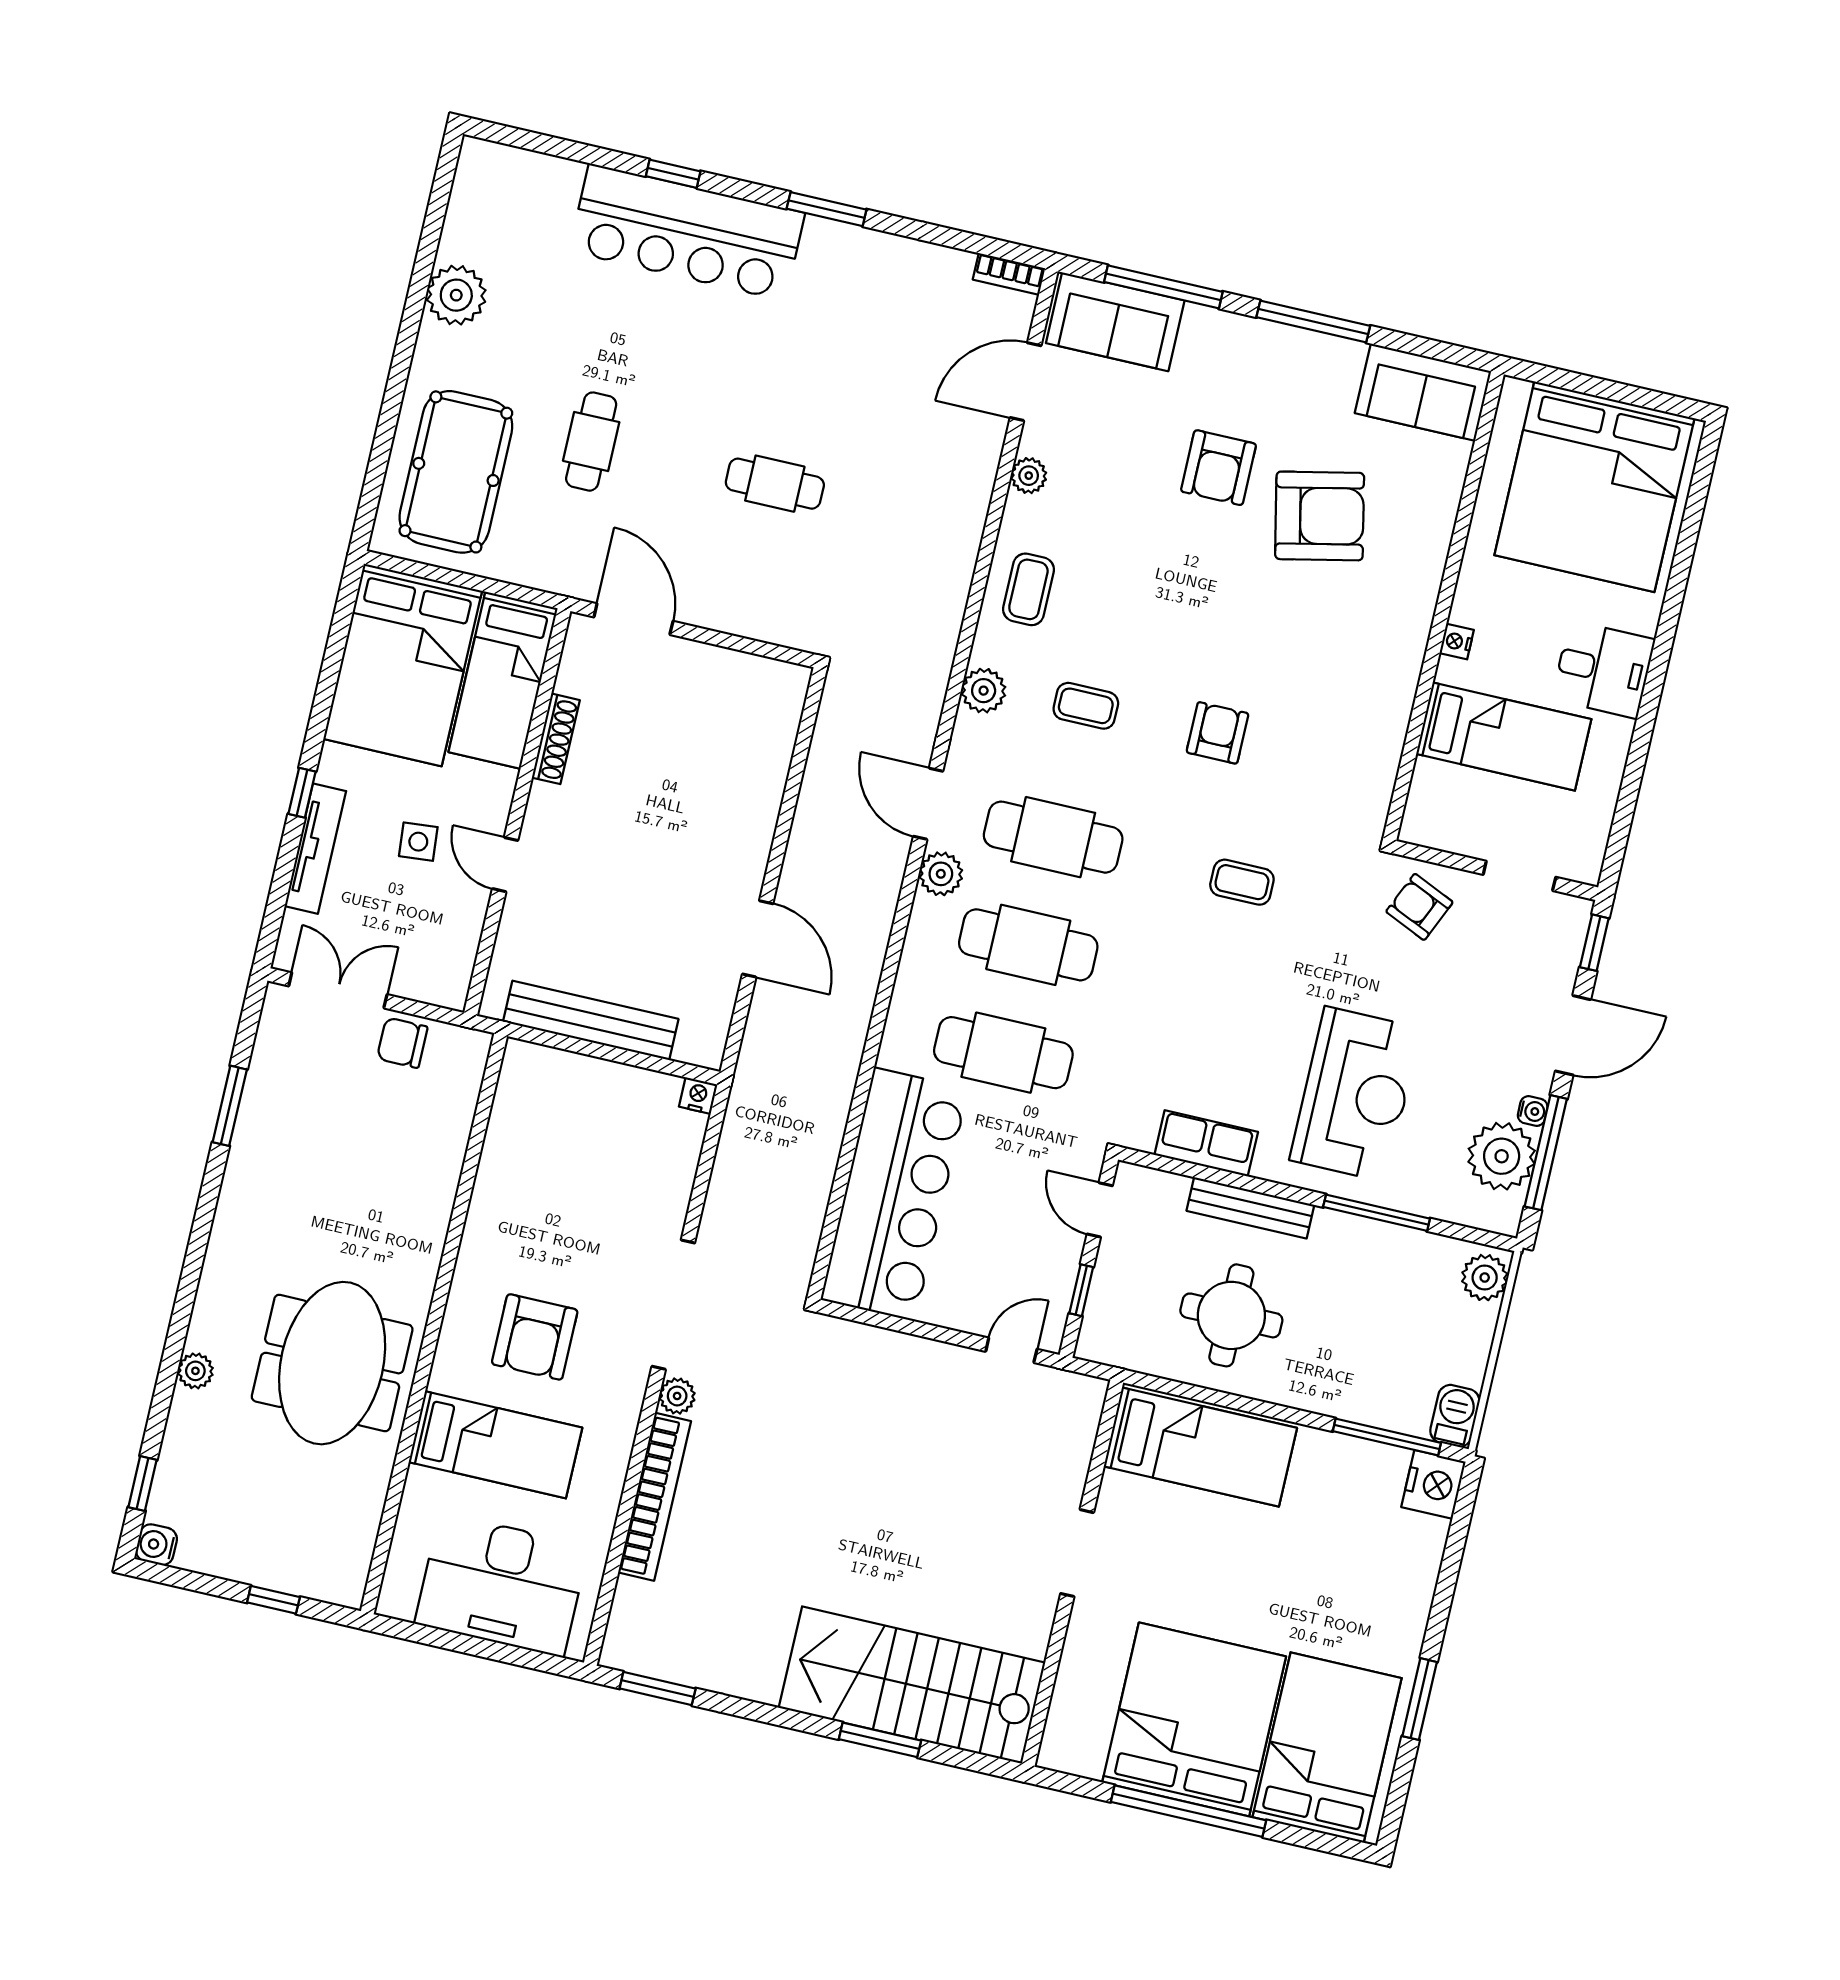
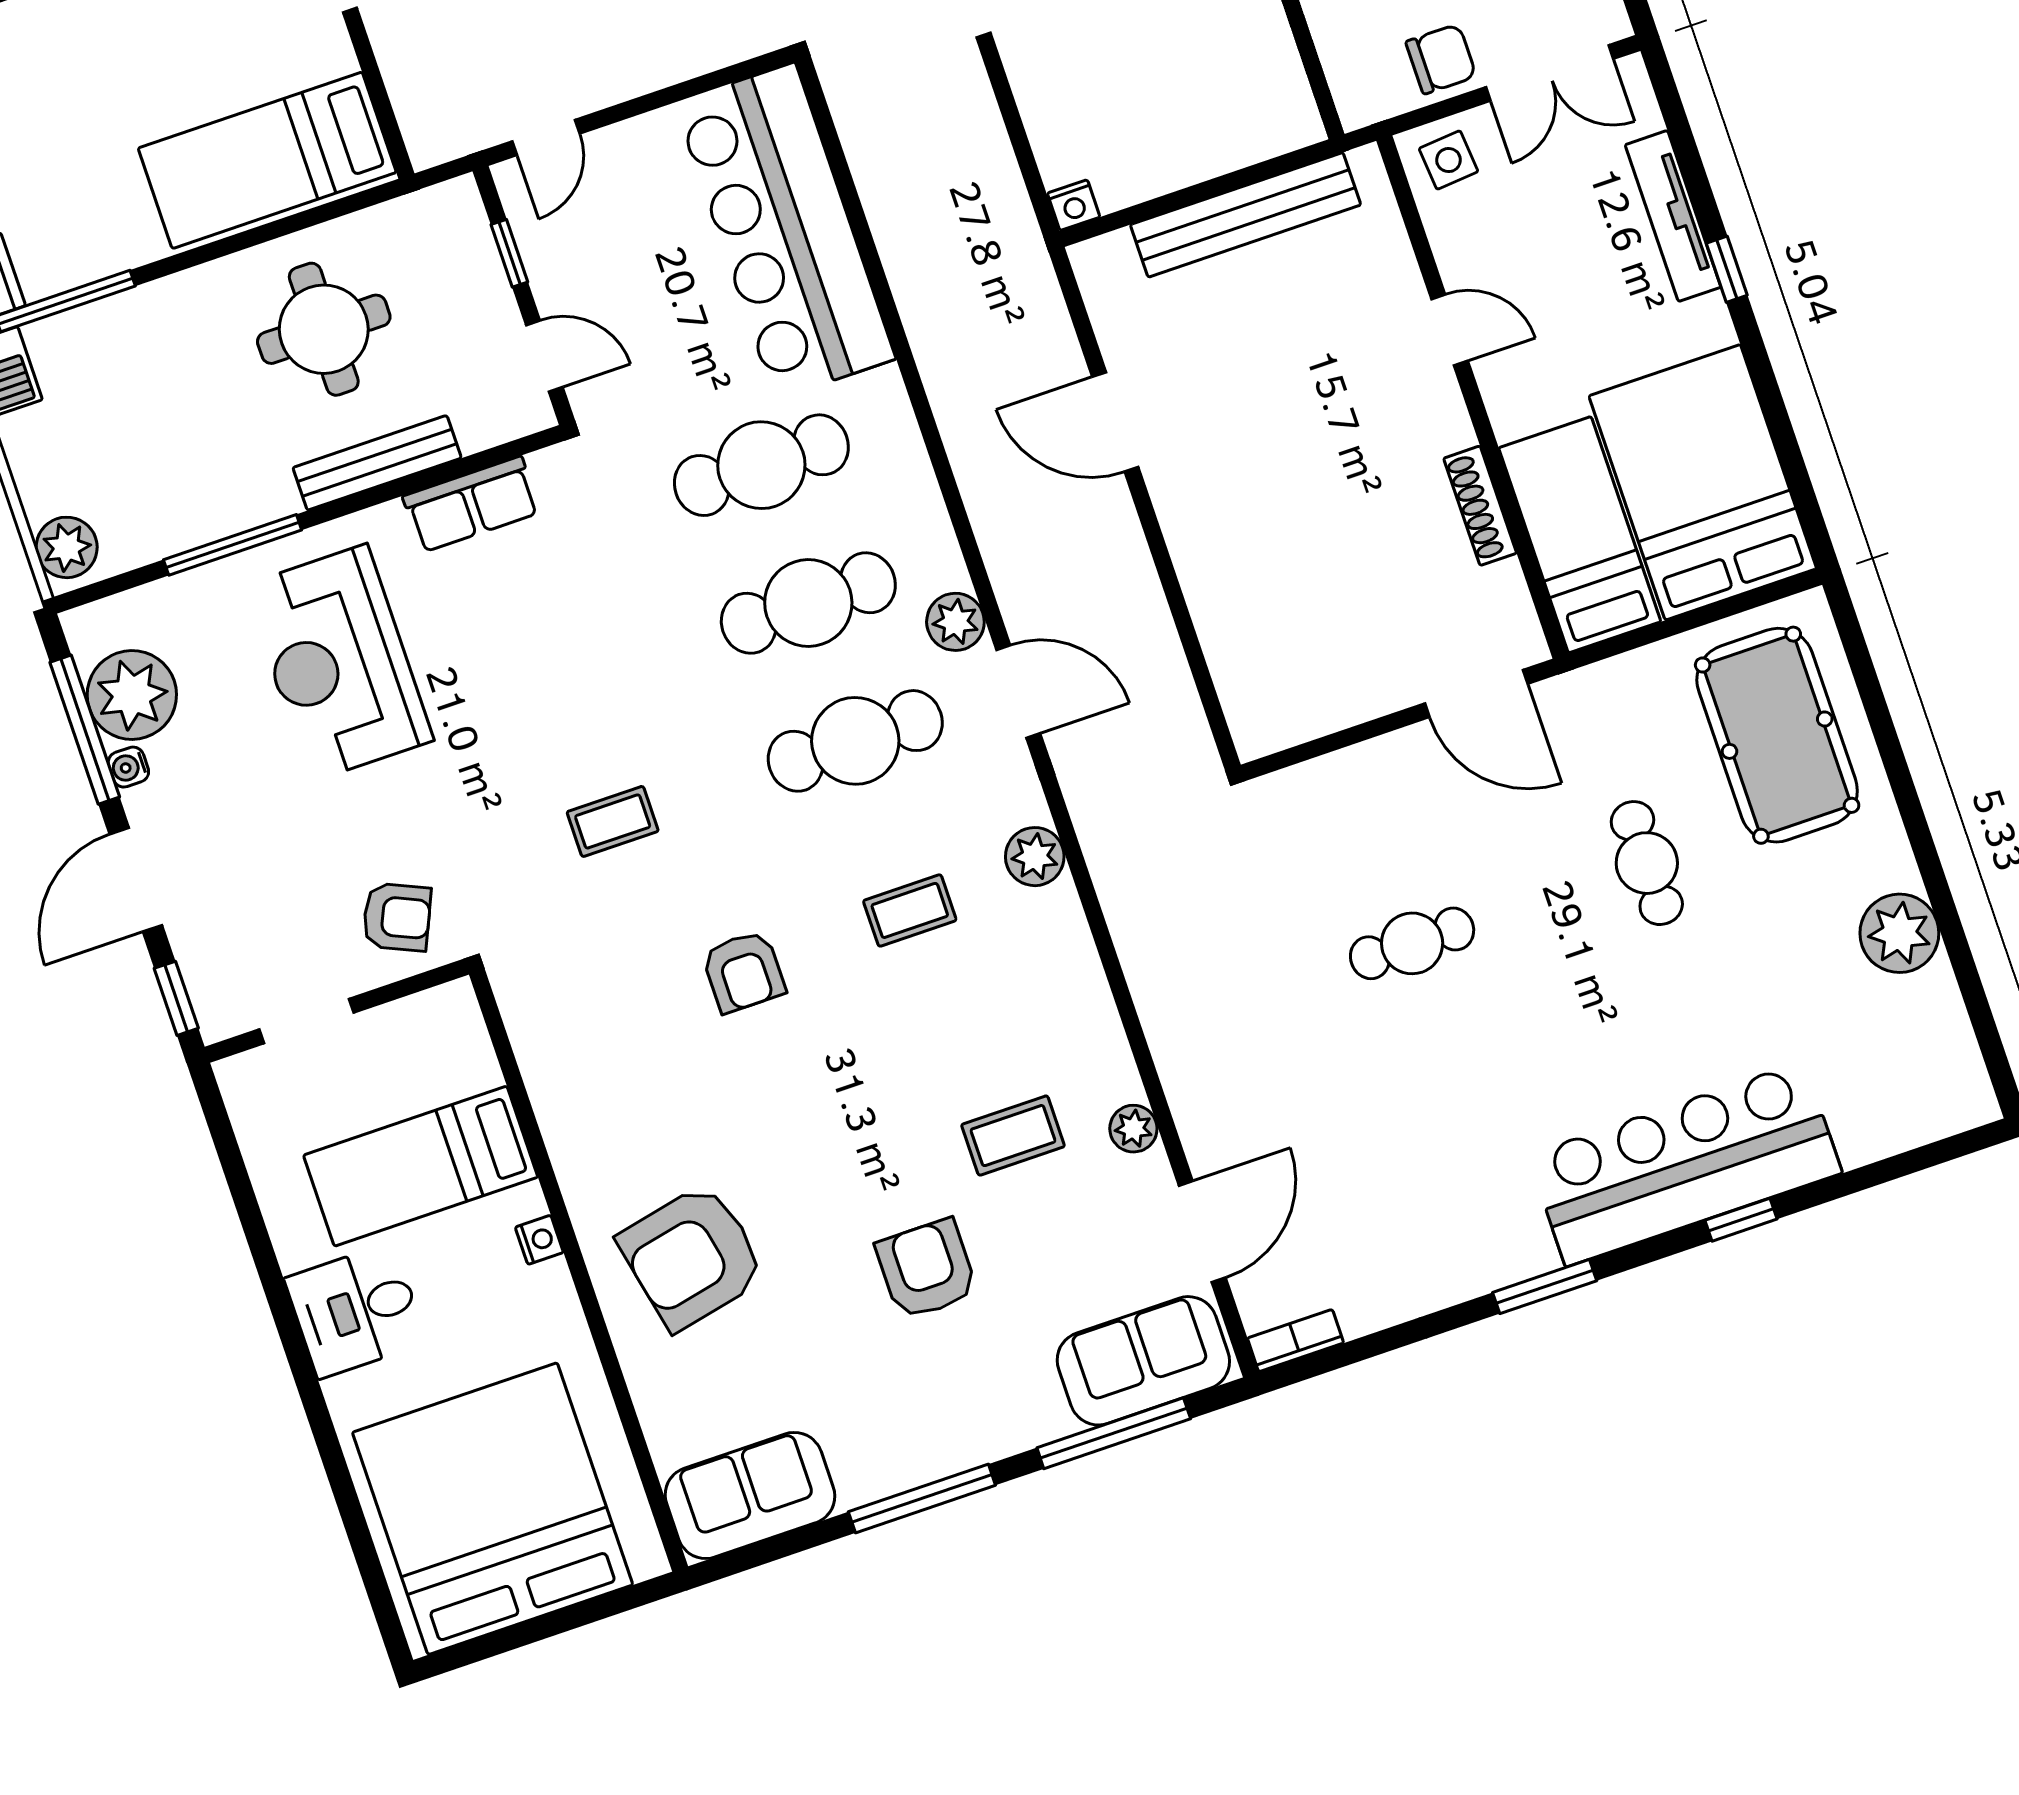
armchair: (1320, 516) -> (692, 1257), moved
coffee table: (1028, 589) -> (1013, 1136), moved, turned 90
side table: (418, 842) -> (1449, 160), moved

